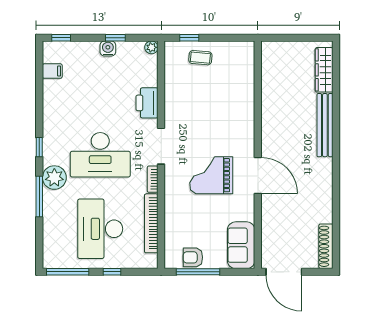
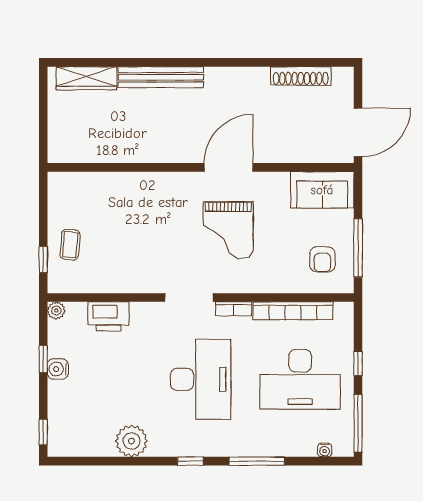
filing cabinet: (52, 71) -> (88, 444), removed
printer: (147, 103) -> (108, 316), moved
plant: (54, 178) -> (132, 441), moved
shoe rack: (326, 246) -> (301, 76), moved
water cooler: (48, 247) -> (325, 450), added
armchair: (193, 257) -> (322, 259), moved

